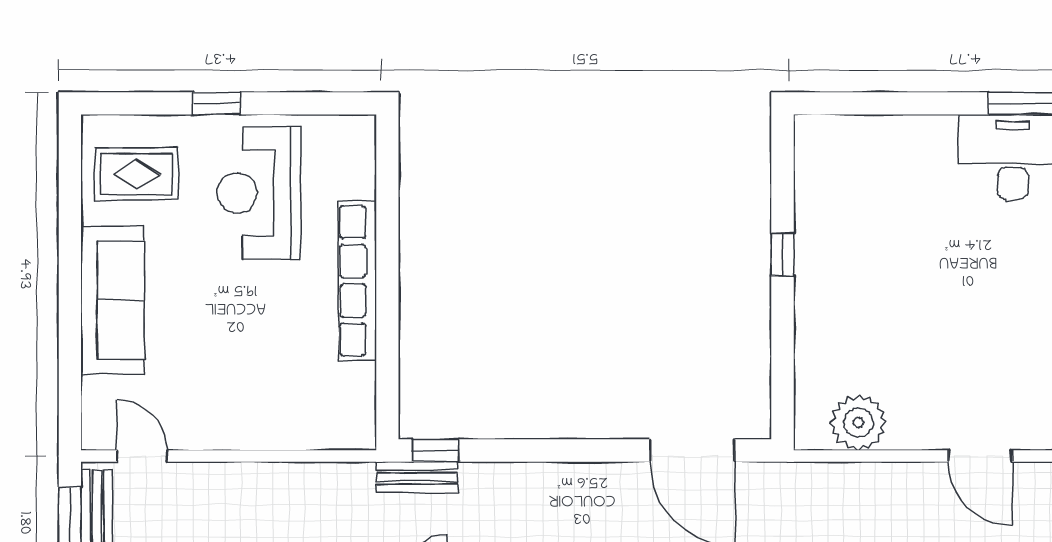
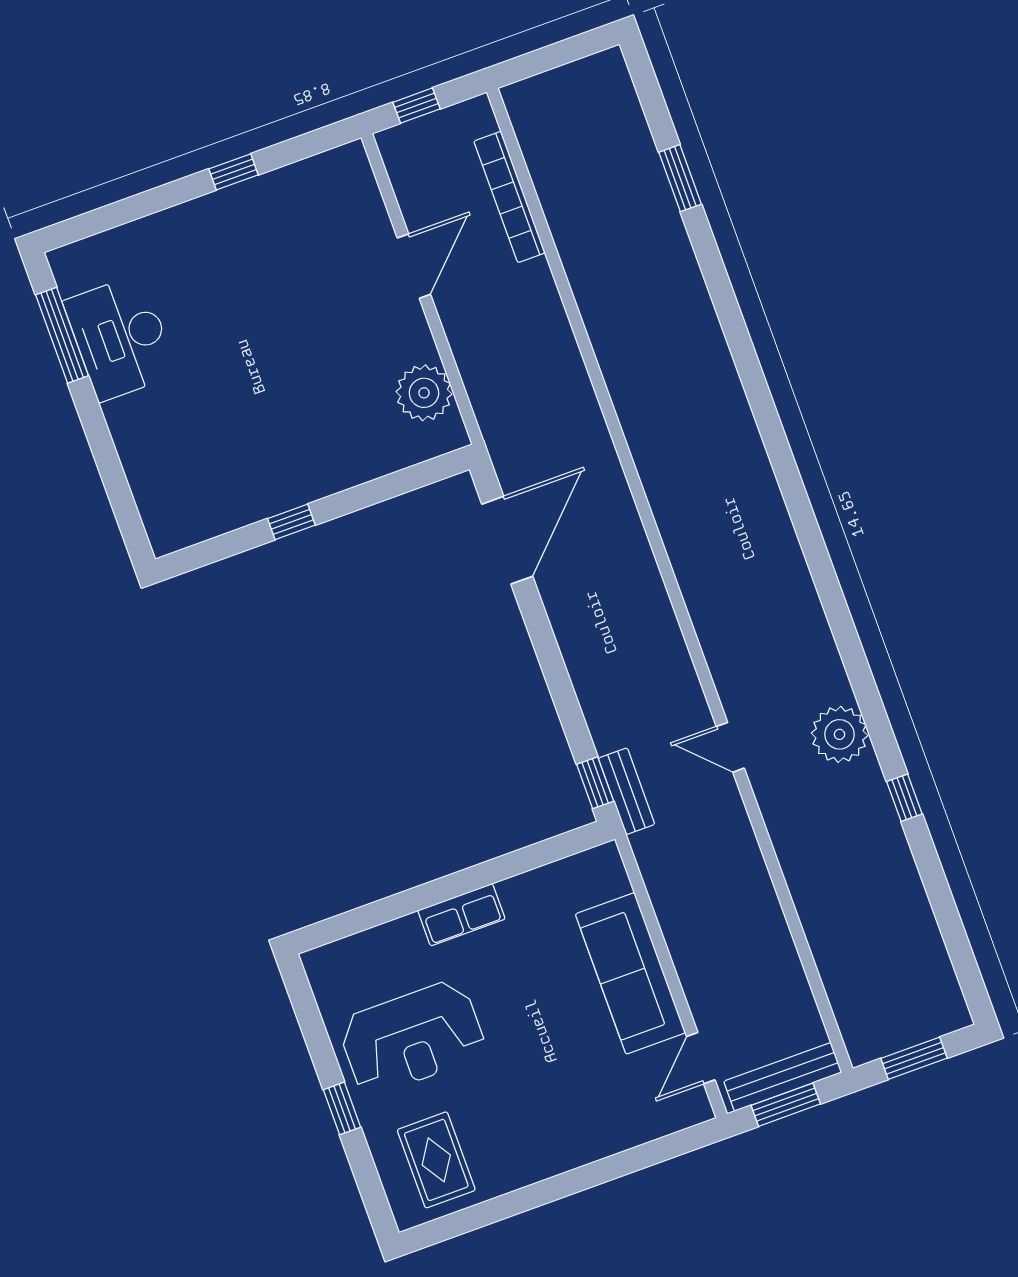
row of seats: (357, 281) -> (461, 915), width x0.50
sofa: (112, 300) -> (630, 973), moved, turned -90

